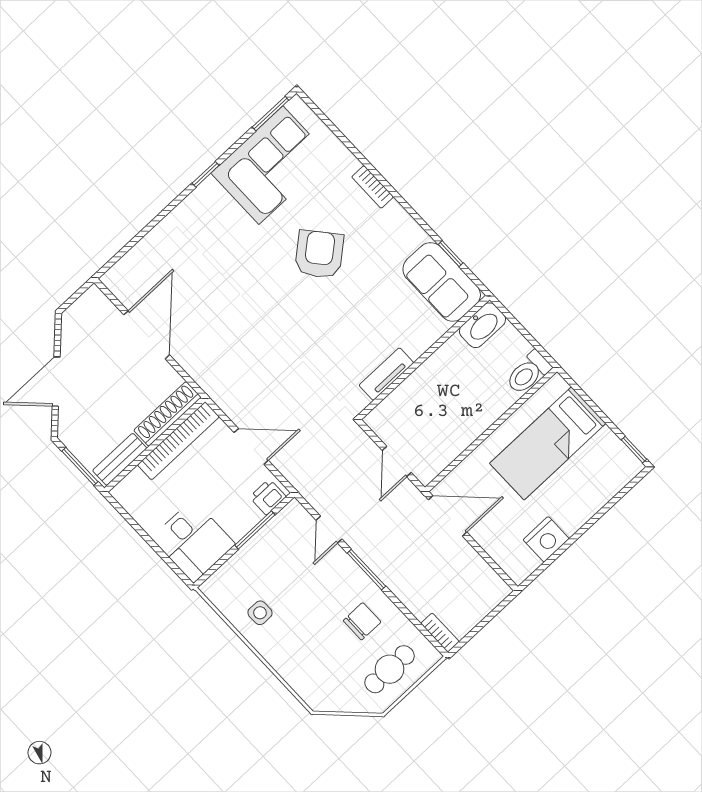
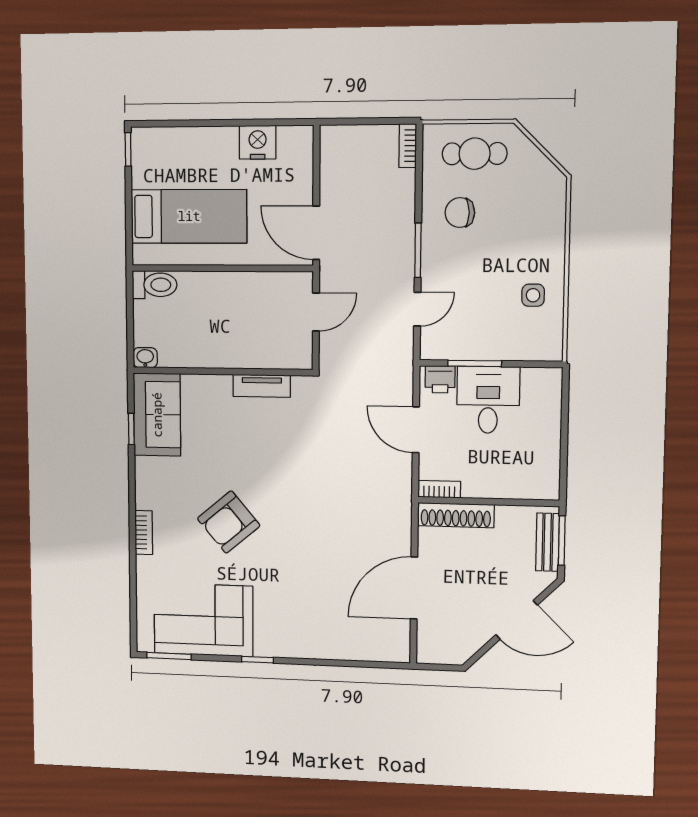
washbasin: (483, 325) -> (145, 358), width x0.52, depth x0.69
bookcase: (178, 441) -> (439, 489), width x0.43, depth x0.76
bench: (120, 459) -> (547, 542), moved, turned 90
desk: (193, 541) -> (488, 400), moved

